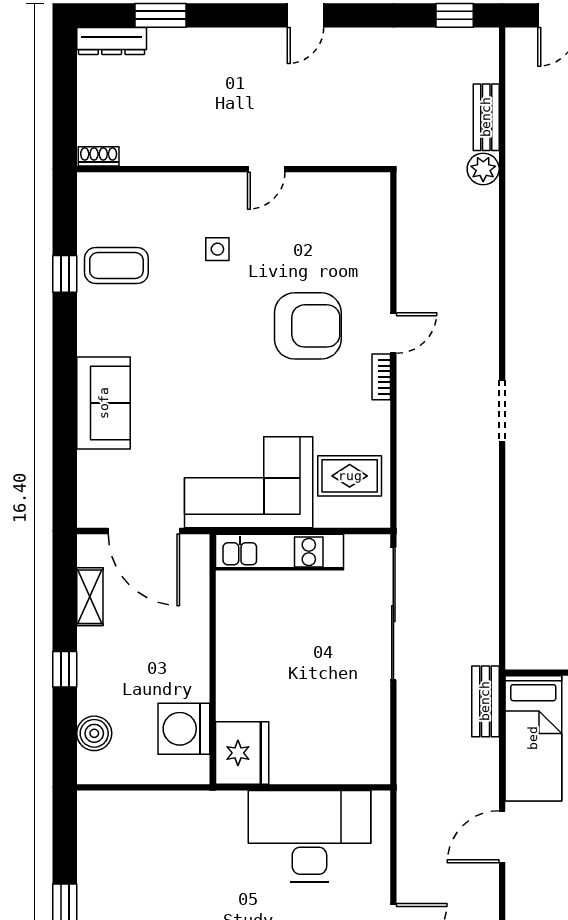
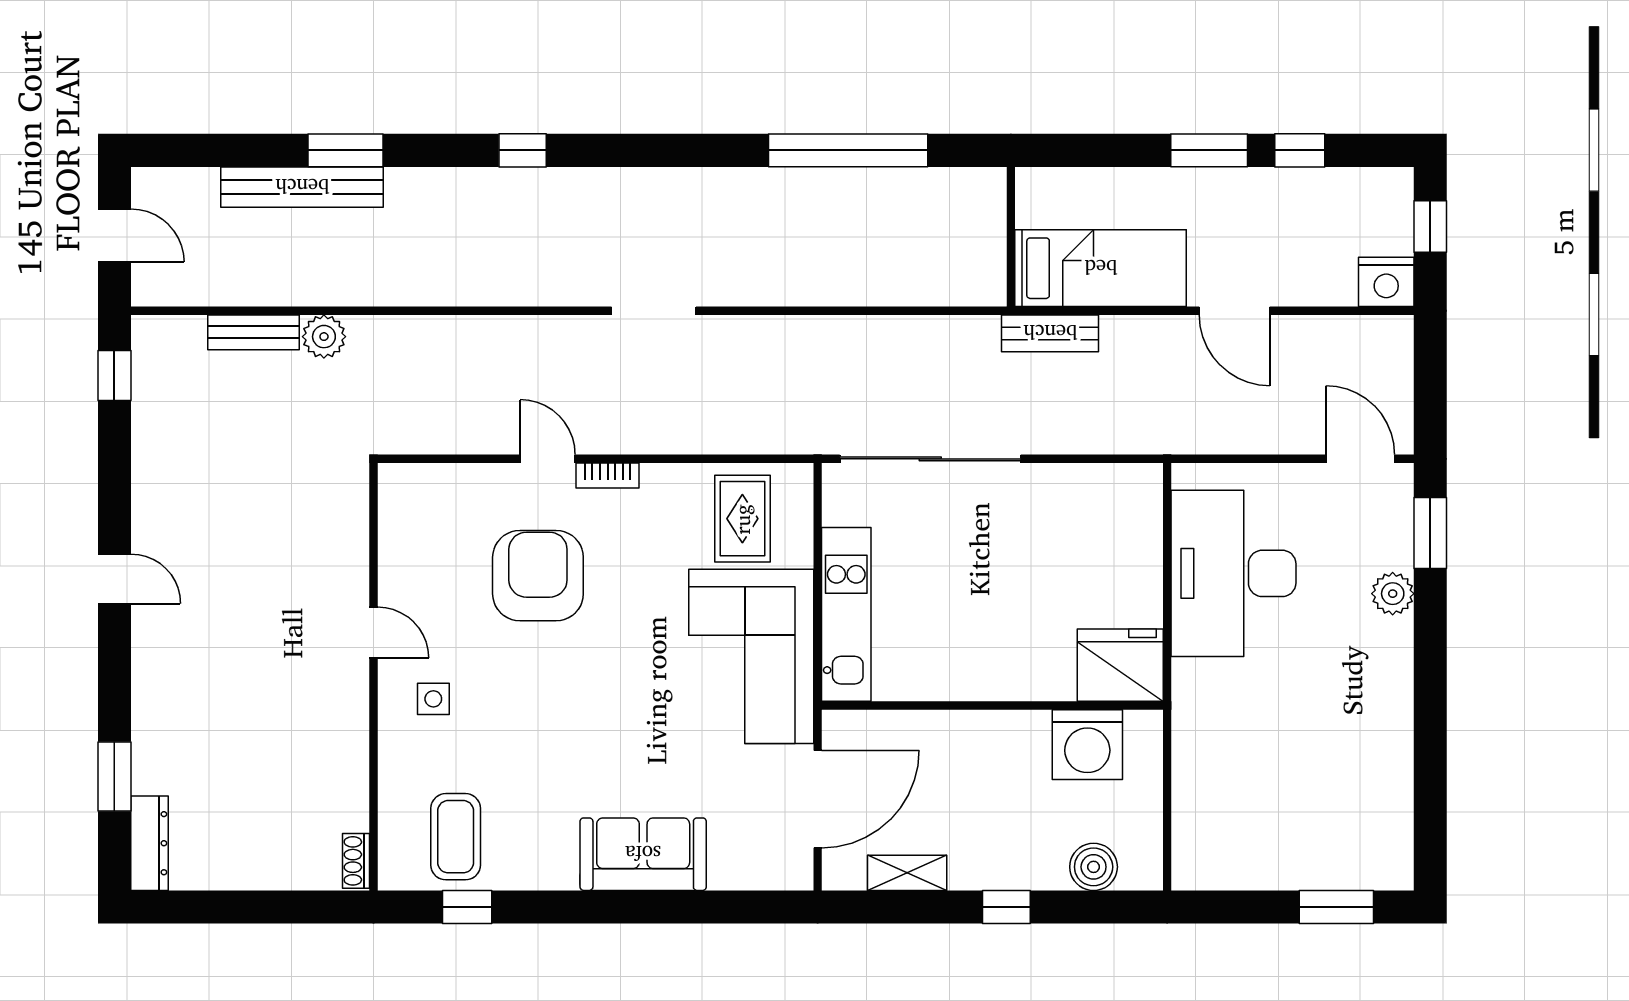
shoe rack: (99, 156) -> (356, 861), moved
wall: (234, 169) -> (374, 677), moved
door: (266, 169) -> (374, 632), moved

